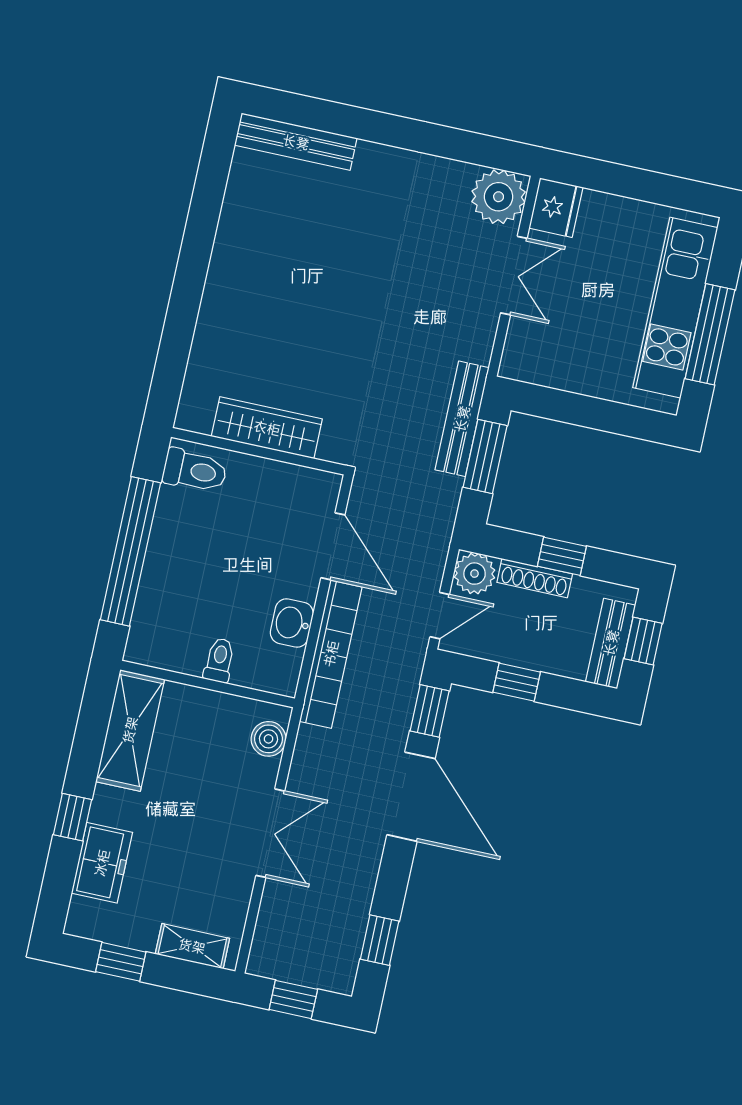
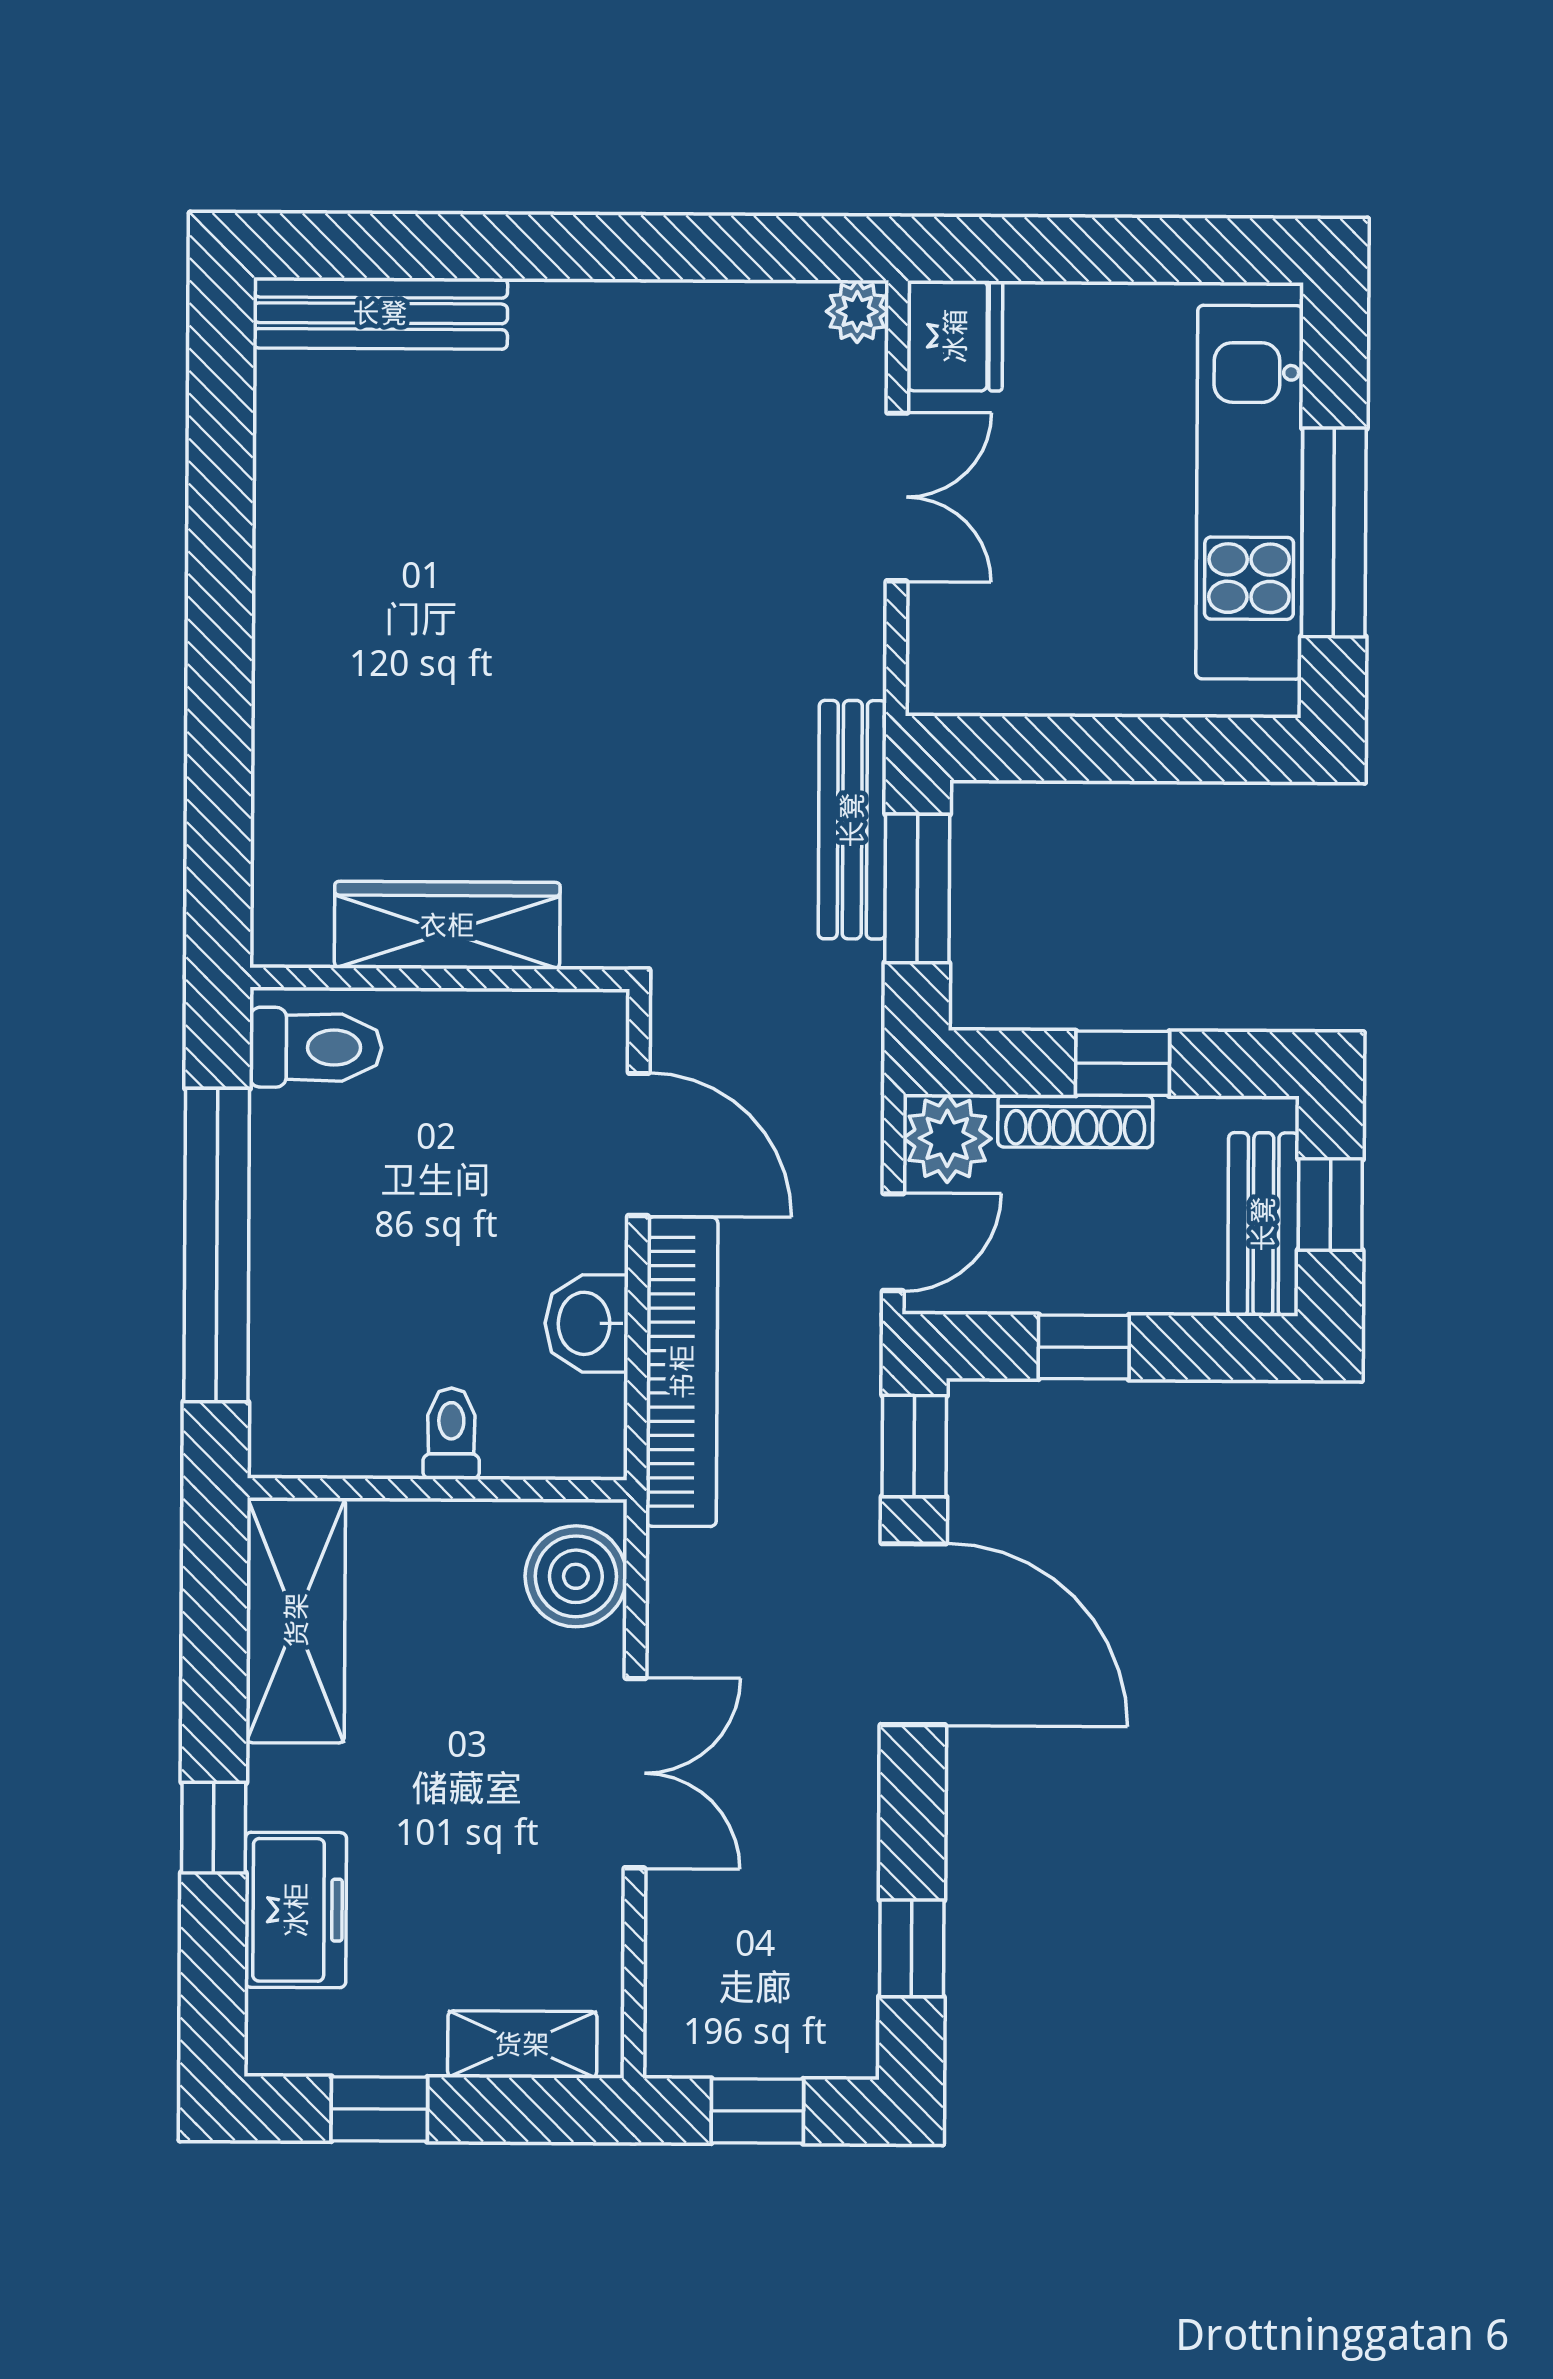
plant: (499, 197) -> (857, 311), width x0.53, depth x0.53
boiler: (268, 739) -> (576, 1576), width x1.36, depth x1.36

